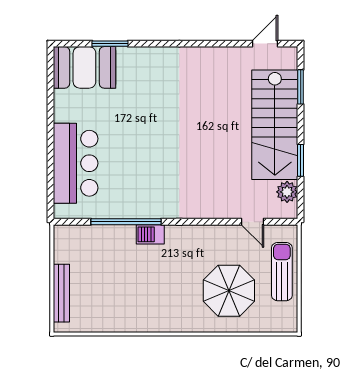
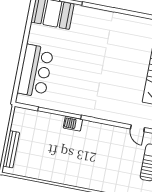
parasol: (229, 291) -> (115, 168), removed

